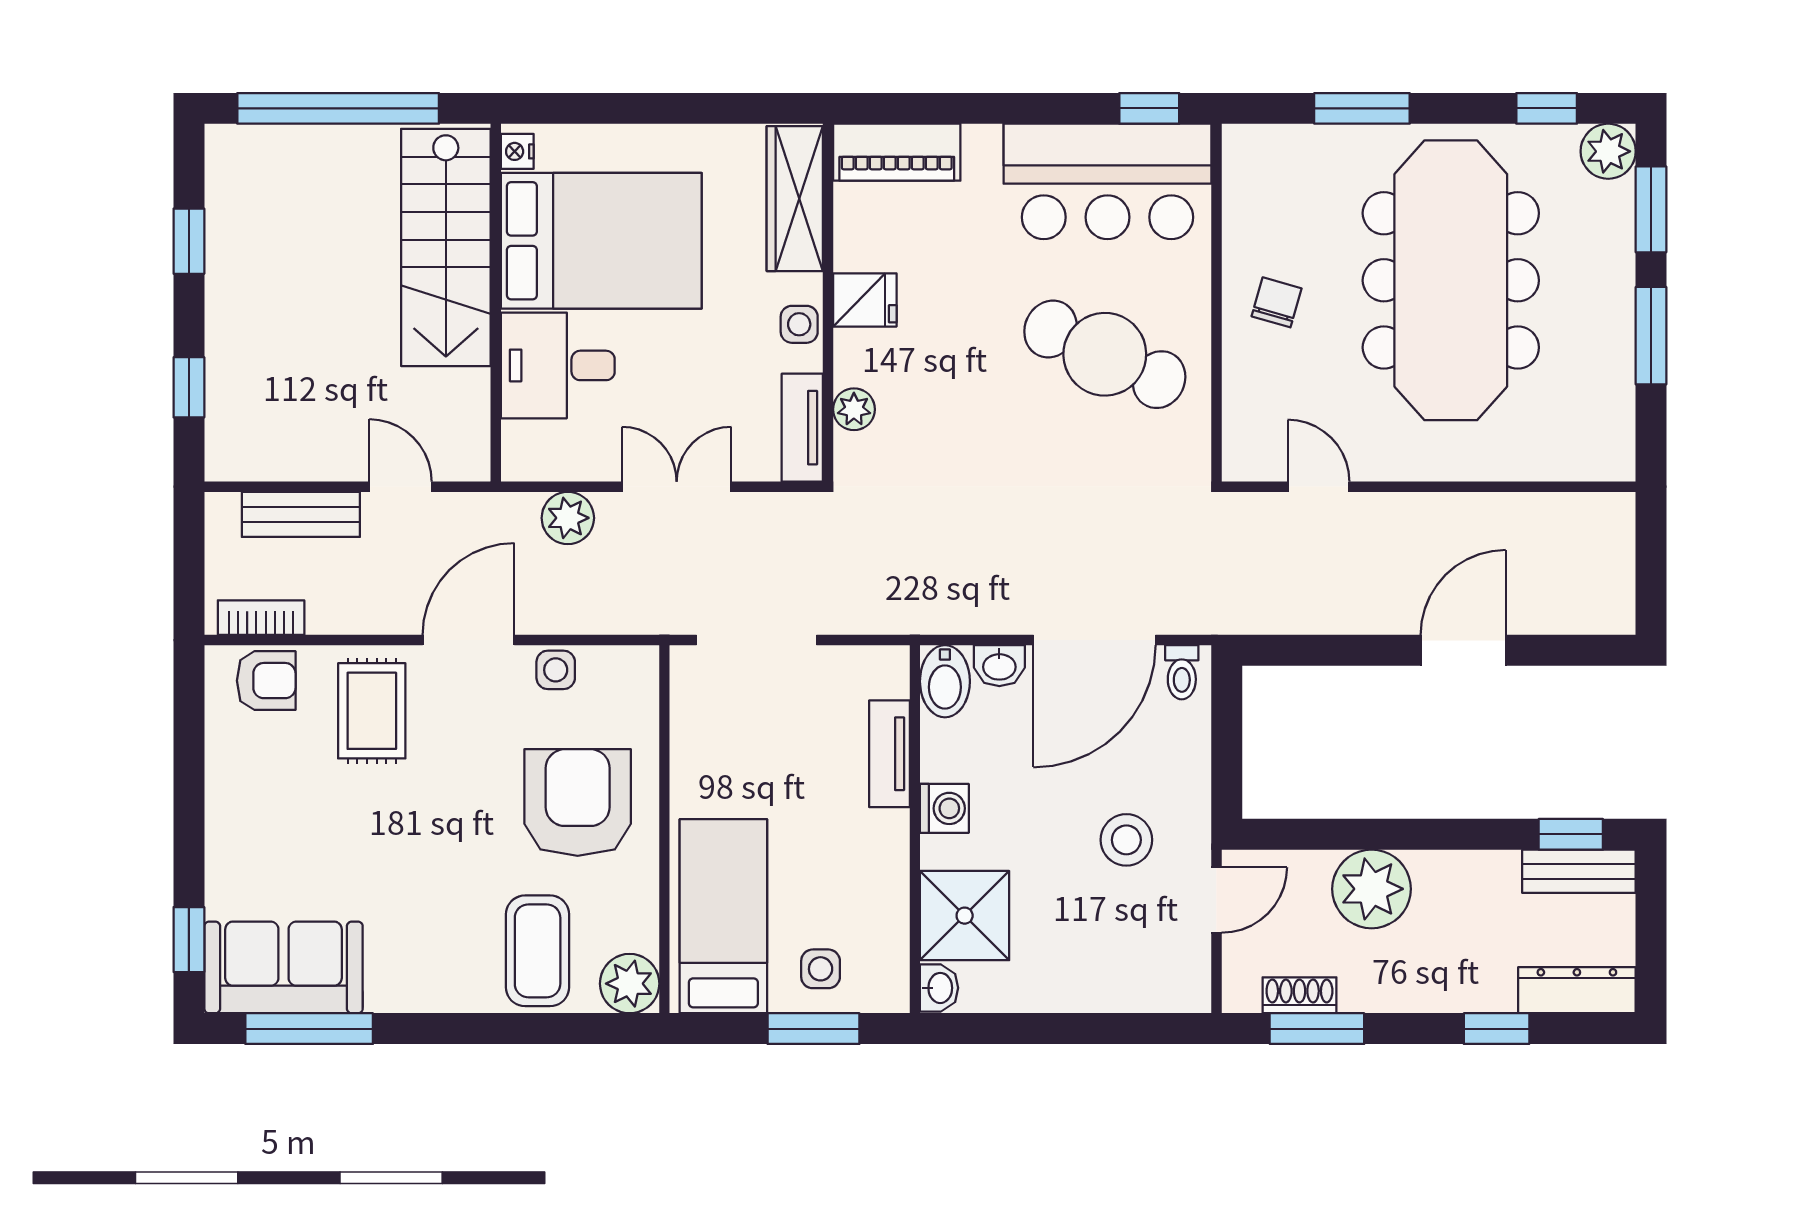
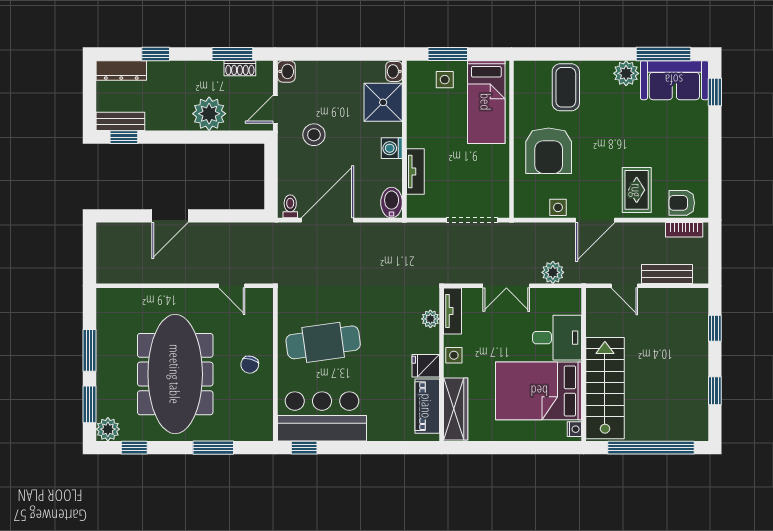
piano: (897, 152) -> (427, 406), moved, turned -90
cafe table: (1105, 354) -> (323, 342), turned -33
washbasin: (999, 666) -> (286, 71), moved, turned 90
plant: (630, 984) -> (626, 73), moved

